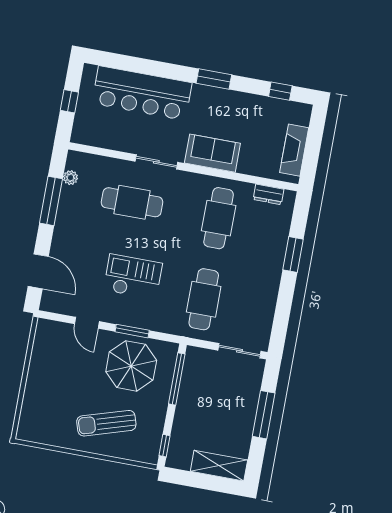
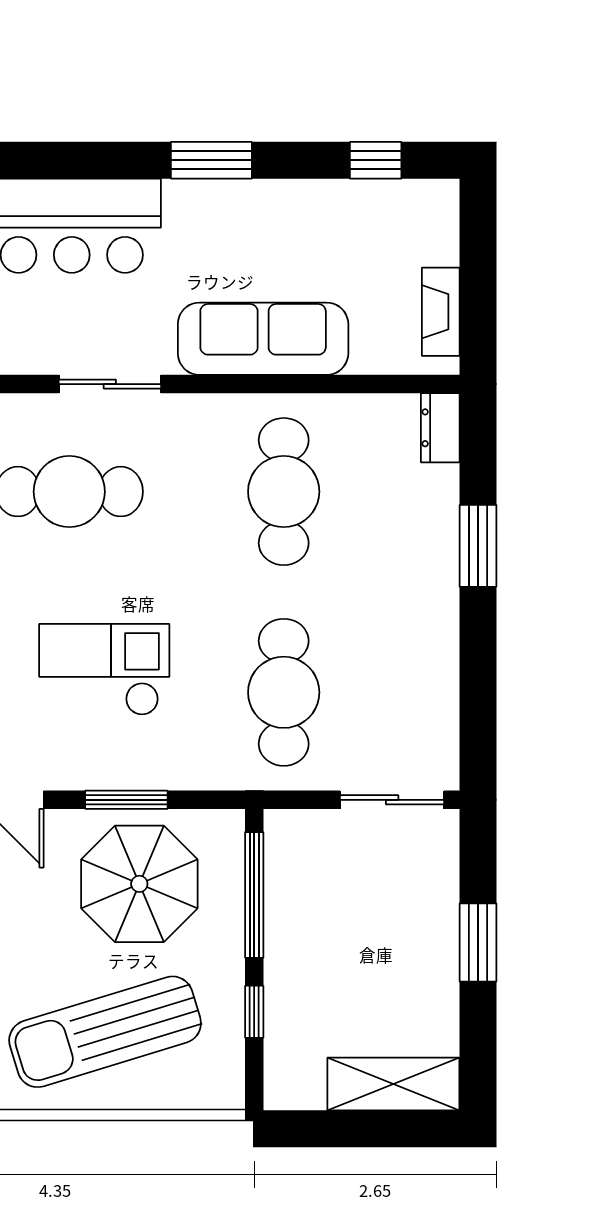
fireplace: (294, 150) -> (441, 312), width x0.73, depth x0.76
sofa: (212, 153) -> (263, 339), width x1.36
dresser: (269, 194) -> (440, 428), moved, turned 90
window: (264, 415) -> (478, 943), width x0.69
sun lounger: (106, 423) -> (105, 1032), width x1.36, depth x1.34
window: (165, 446) -> (254, 1012), moved

